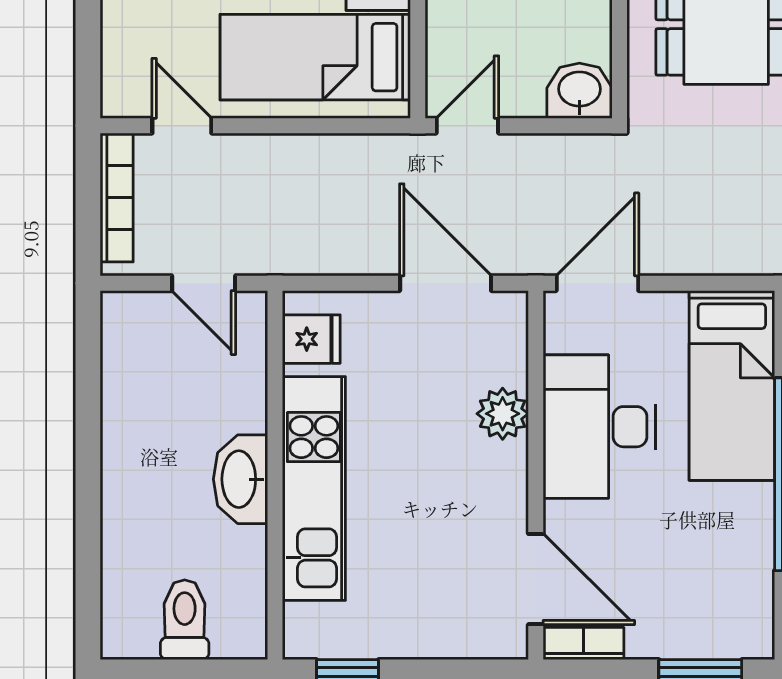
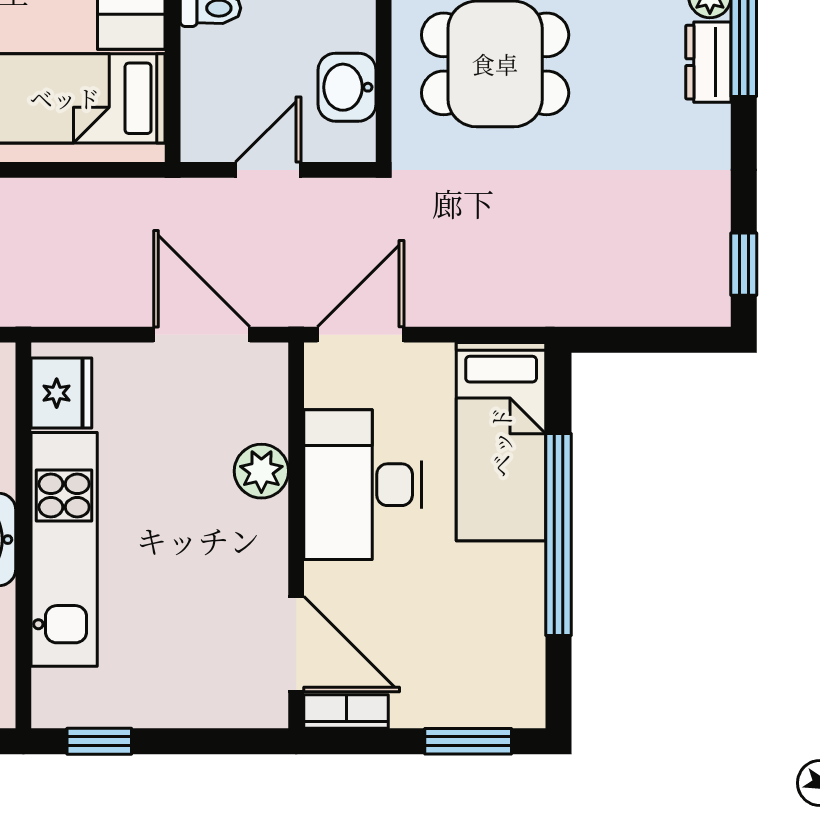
washbasin: (579, 91) -> (347, 87), moved, turned -90
door: (467, 126) -> (268, 170), moved
fridge: (311, 339) -> (61, 393), width x1.38

